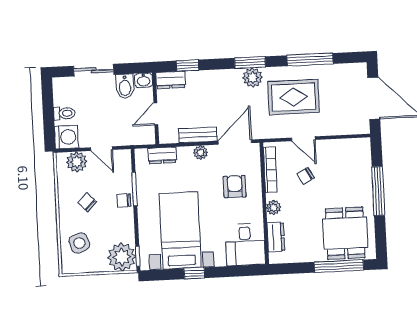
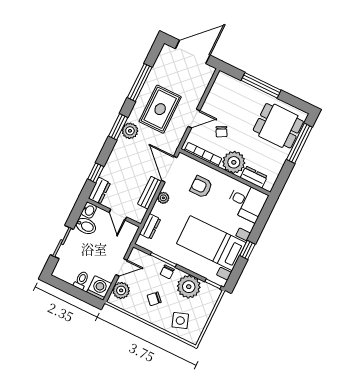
plant: (274, 207) -> (234, 162), width x1.88, depth x1.88
plant: (122, 257) -> (189, 287), moved

